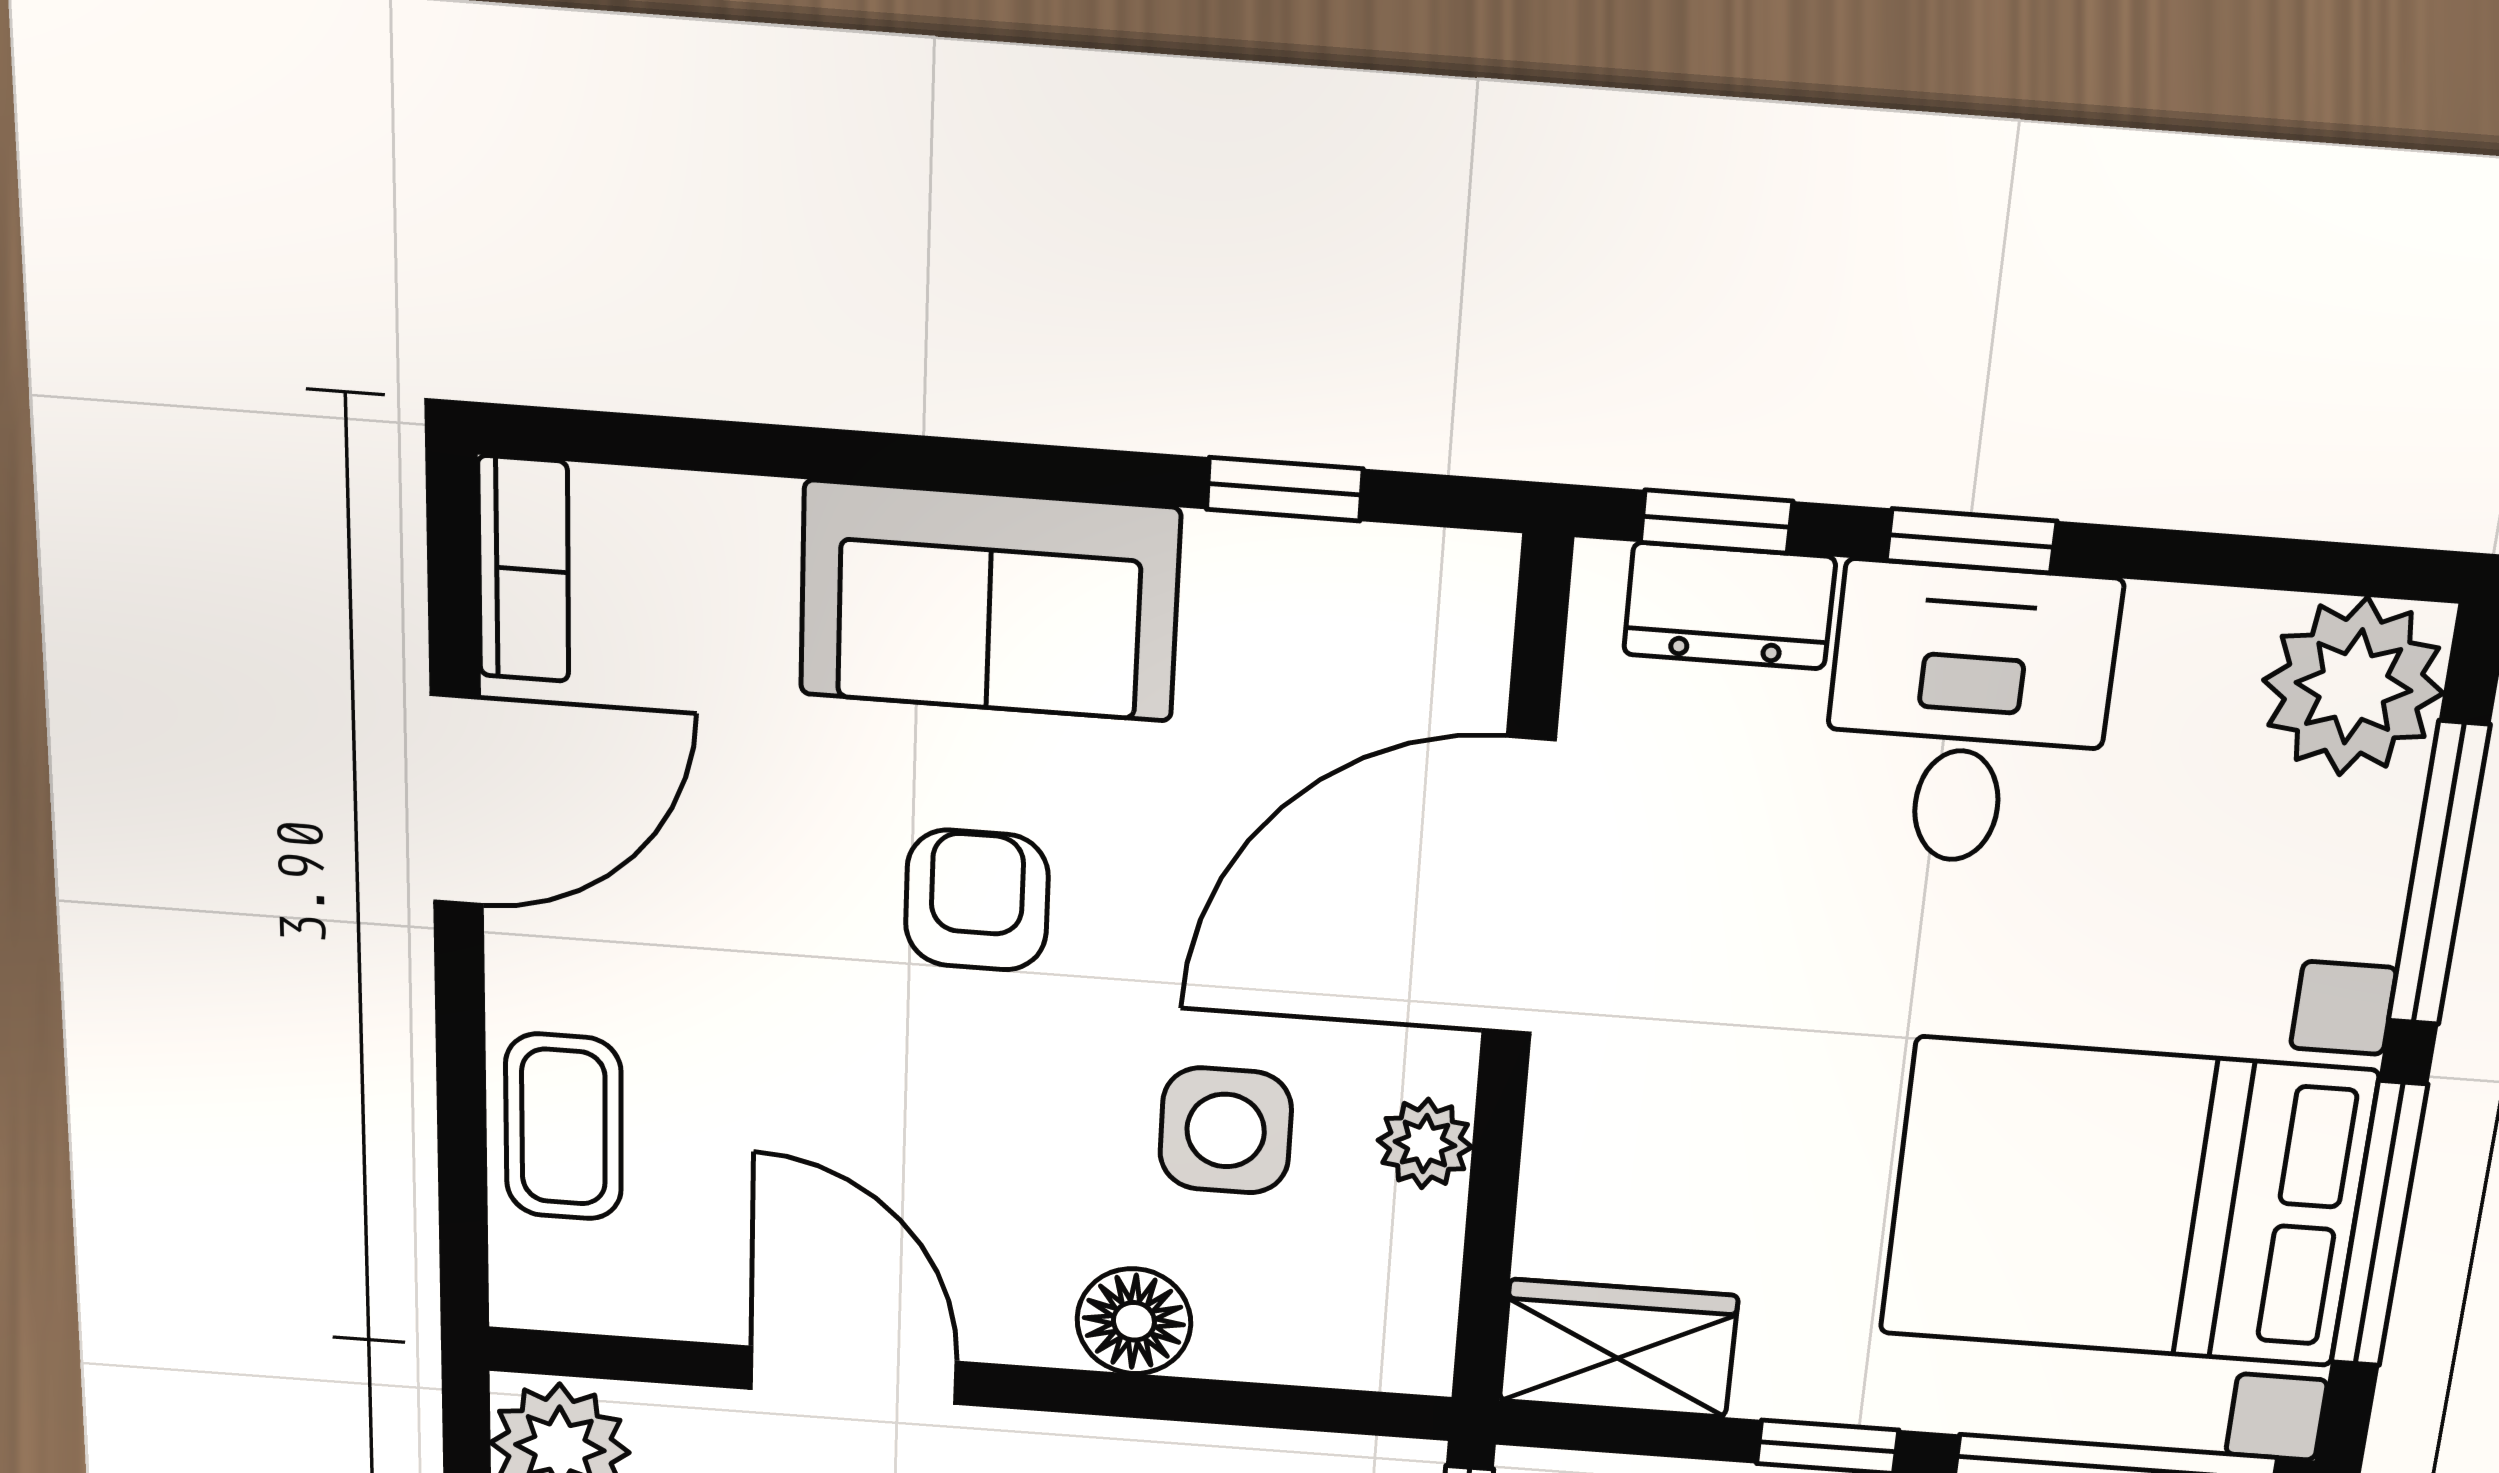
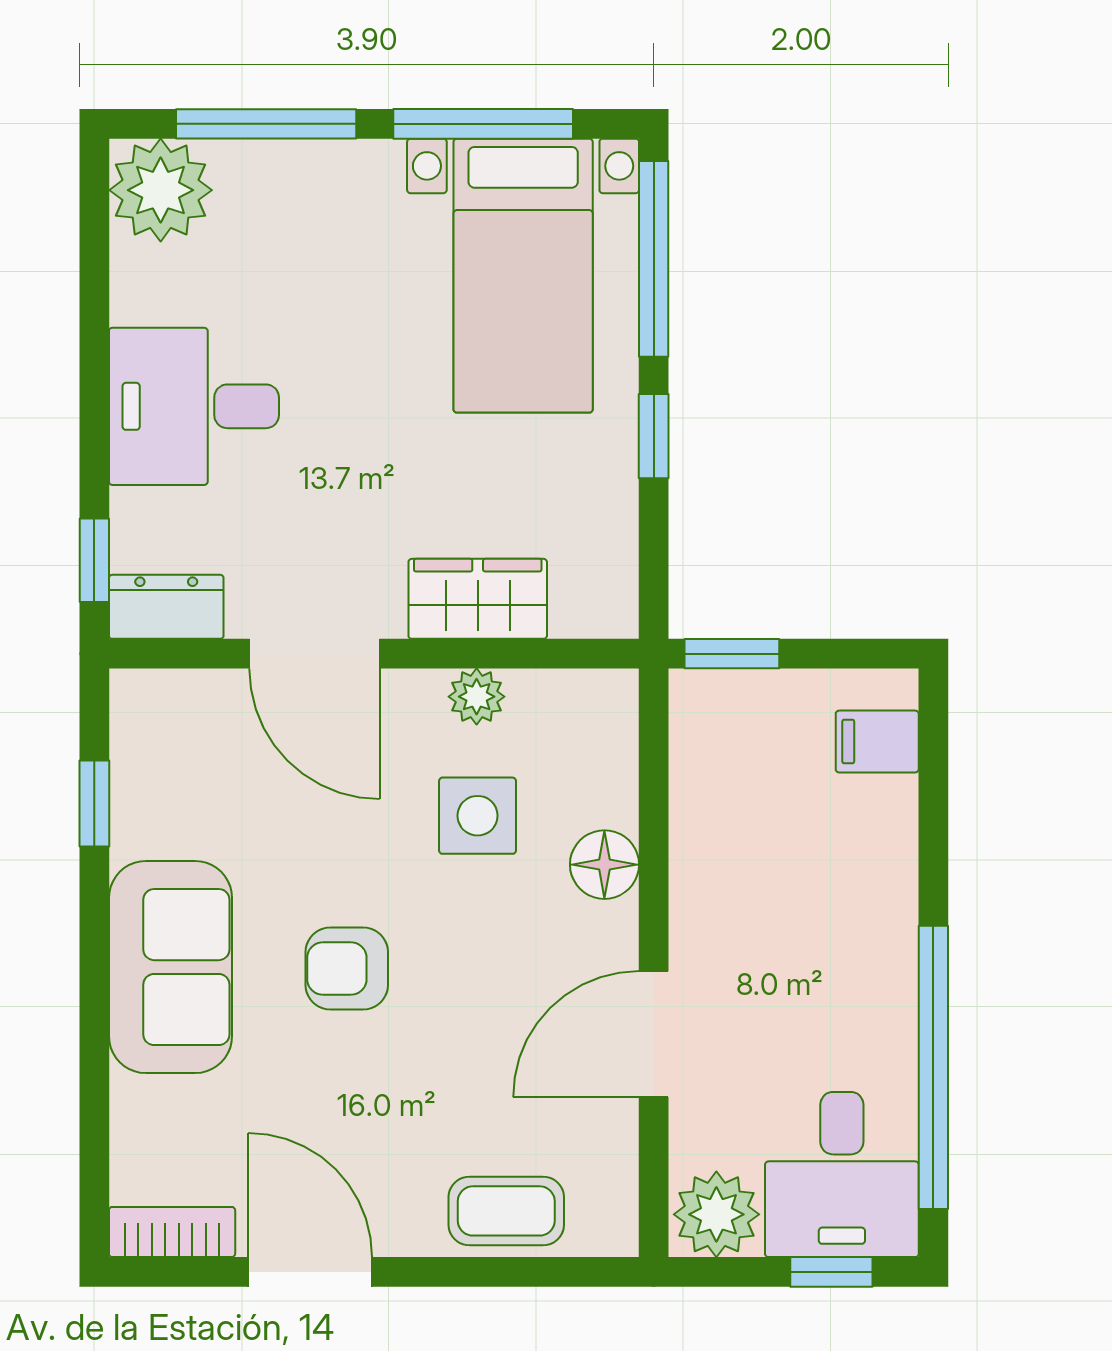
window: (1971, 541) -> (94, 416), removed
dresser: (1729, 606) -> (166, 607), moved, turned -90
door: (1519, 887) -> (314, 654), width x0.73
bed with nightstands: (2127, 1203) -> (523, 276), width x0.73
wardrobe: (1618, 1348) -> (478, 599), moved, turned 90

